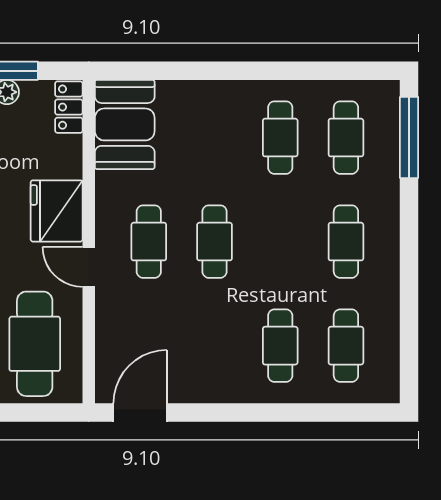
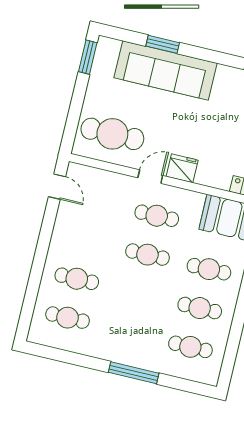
window: (409, 137) -> (134, 373), moved
fridge: (57, 211) -> (182, 168), width x0.73, depth x0.75
cafe table: (346, 242) -> (209, 269), moved
door: (140, 412) -> (57, 187), width x0.73

